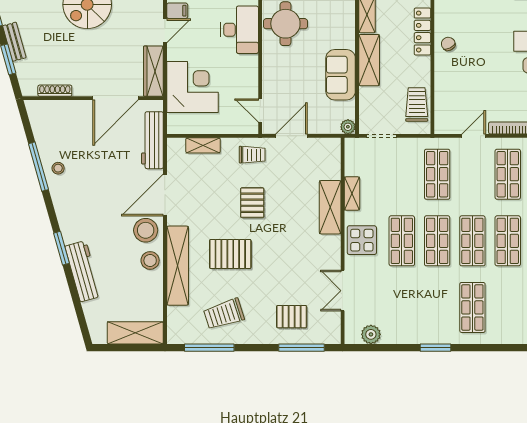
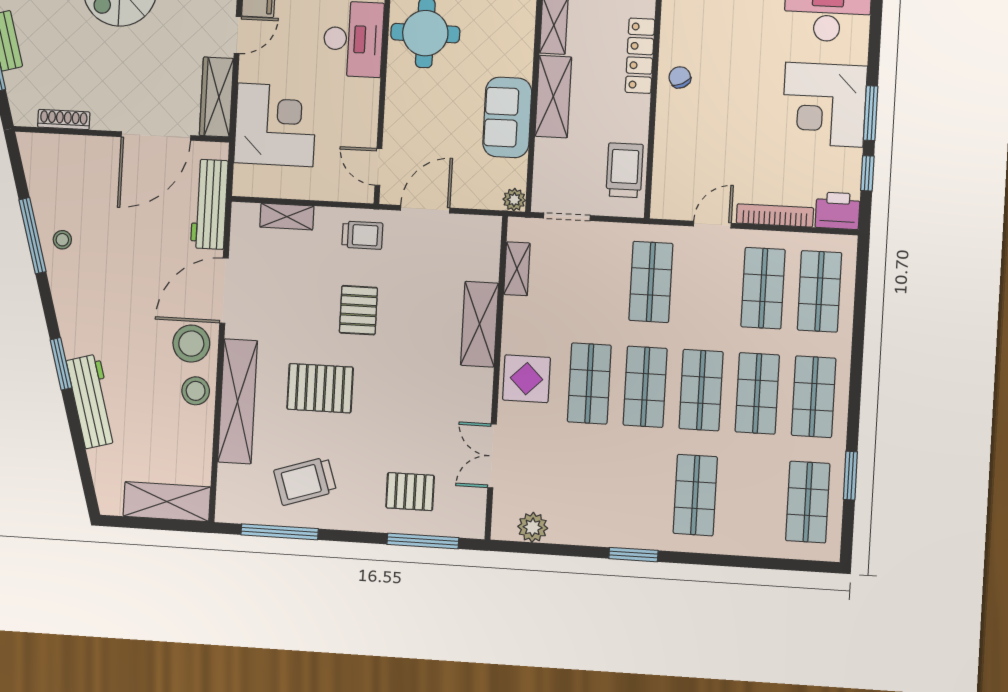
shelving: (352, 193) -> (517, 269), moved

